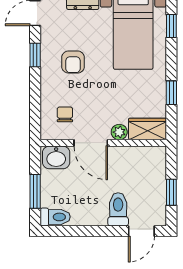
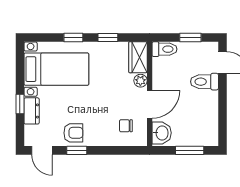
window: (171, 26) -> (73, 37), moved
armchair: (73, 62) -> (73, 133), moved
toilet: (55, 217) -> (164, 49), moved, turned 90

